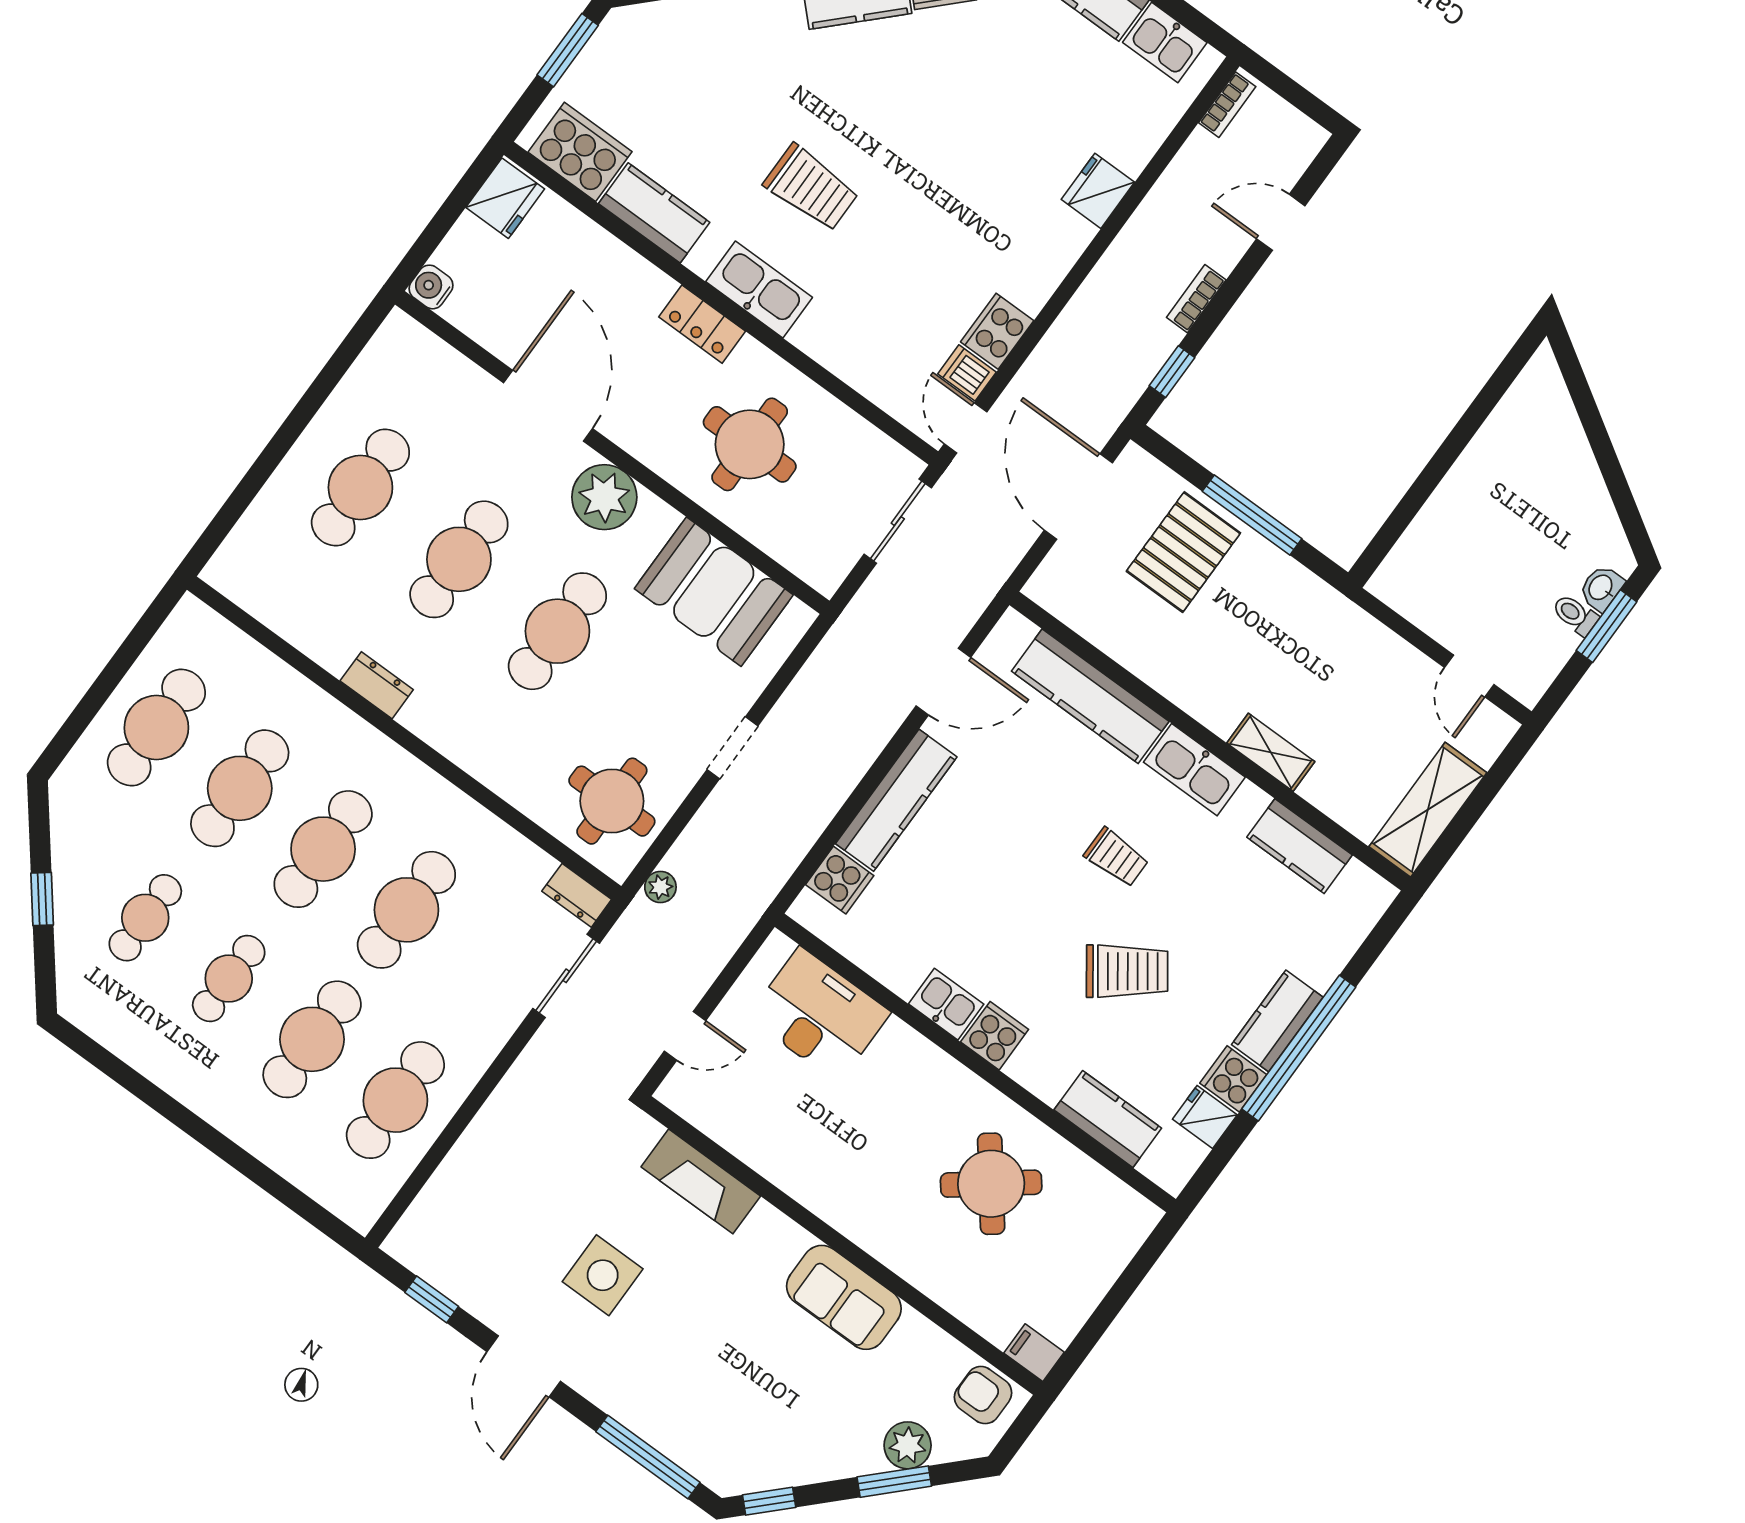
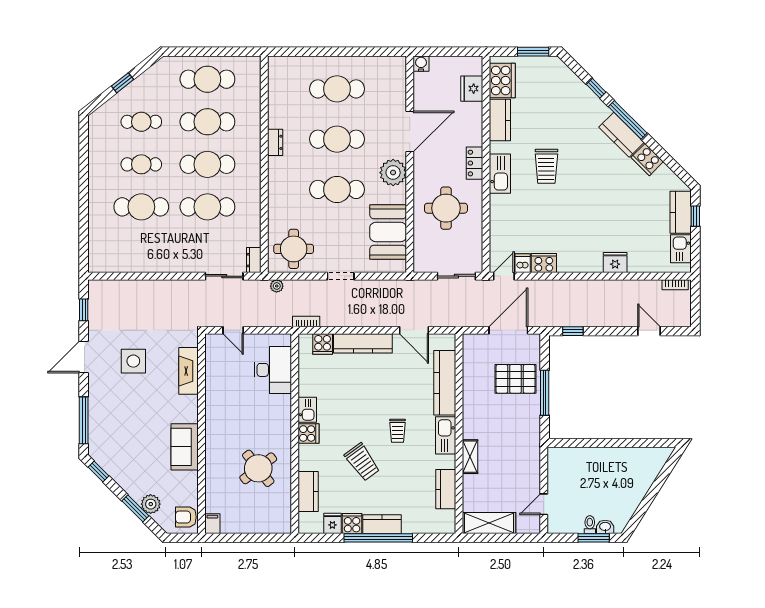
fridge: (505, 198) -> (472, 89), moved, turned 90
bookcase: (1196, 299) -> (306, 322), moved
cafe table: (395, 1100) -> (141, 249), removed
armchair: (983, 1395) -> (186, 517), turned -90

